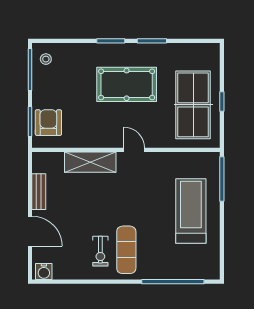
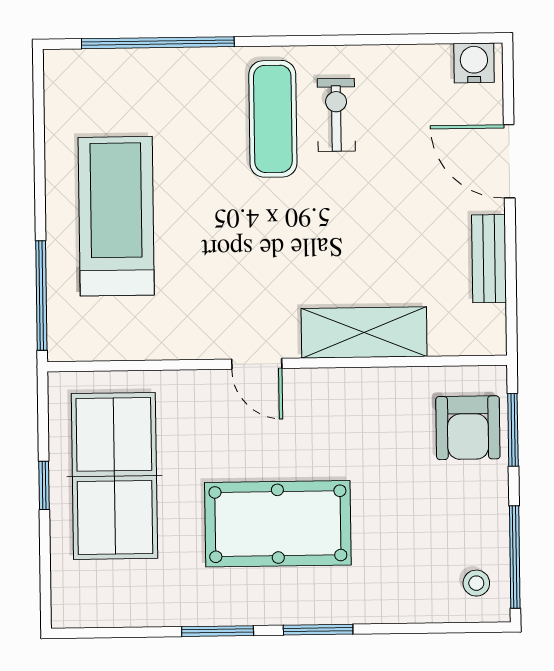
treadmill: (191, 211) -> (116, 216), turned 180

